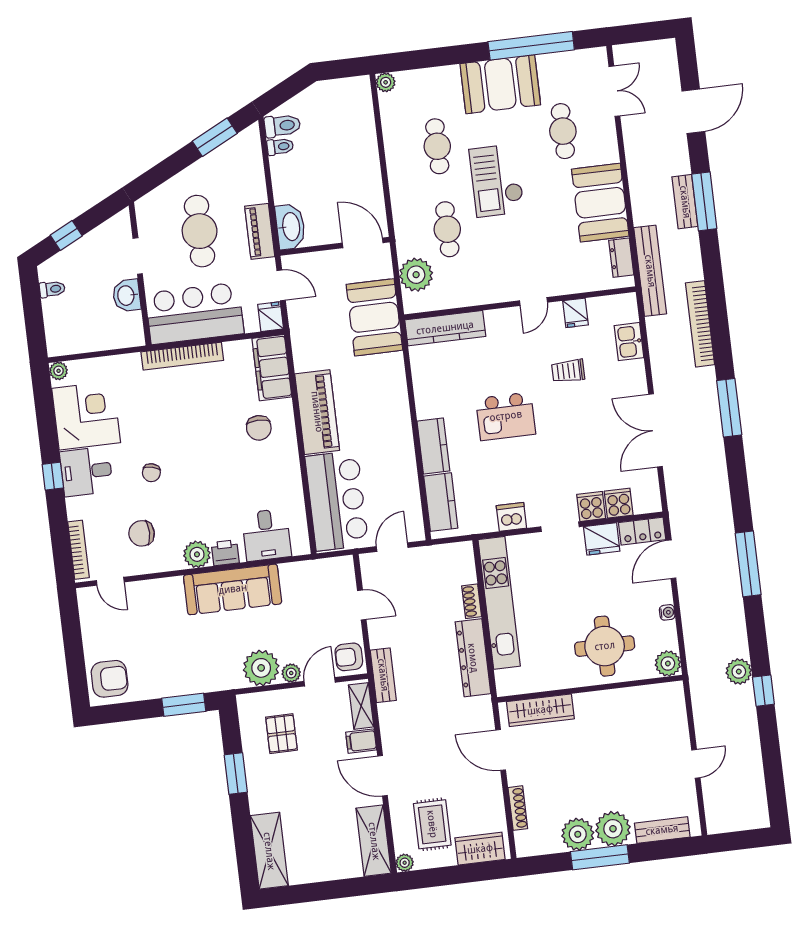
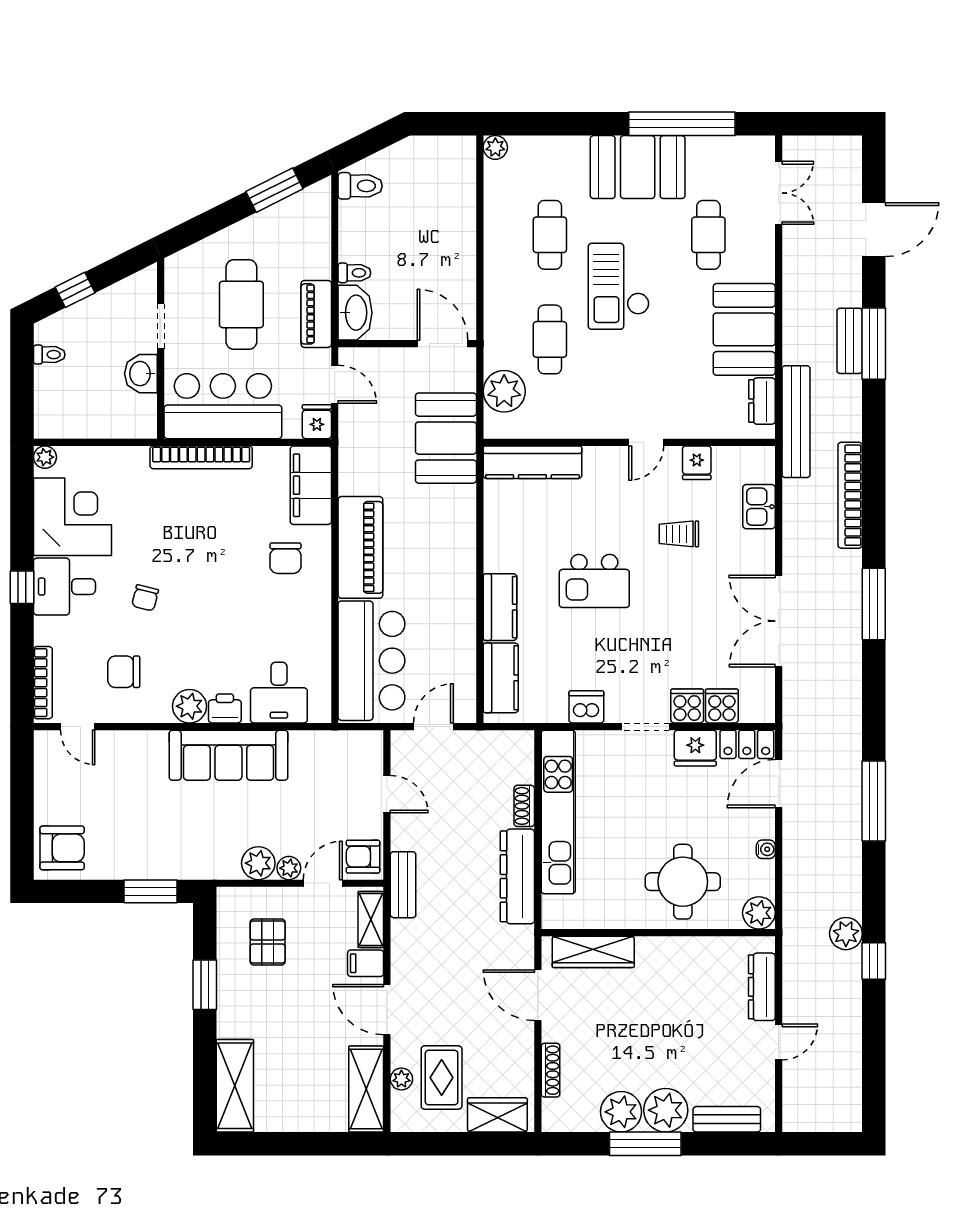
toilet: (280, 147) -> (354, 273), moved
plant: (261, 668) -> (258, 863), width x0.73, depth x0.73
dresser: (677, 722) -> (762, 987), added
plant: (405, 863) -> (401, 1079), moved

